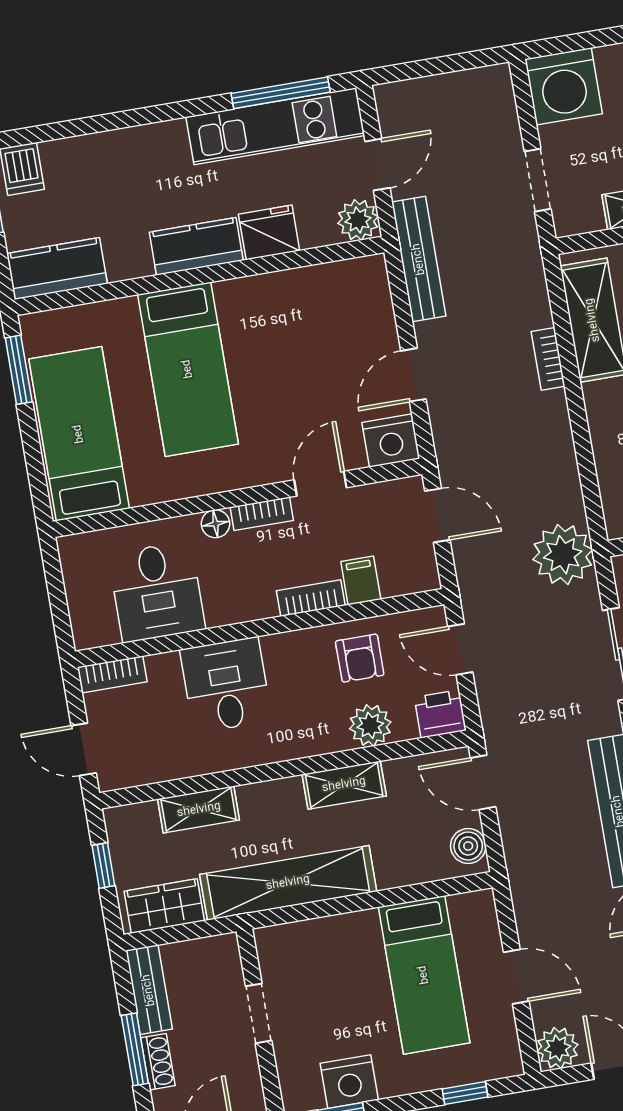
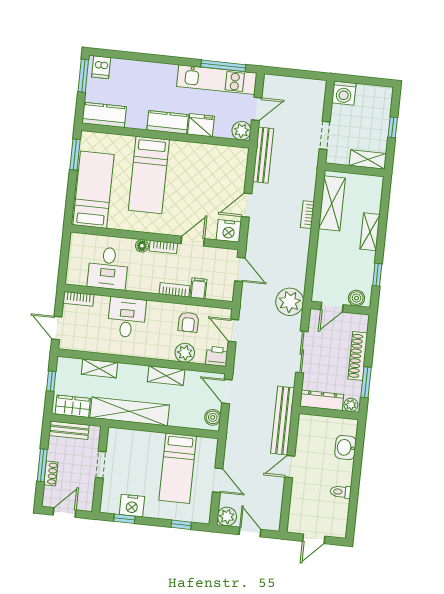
washing machine: (564, 86) -> (344, 93), width x0.73, depth x0.73
bench: (149, 990) -> (69, 430), moved, turned 90

